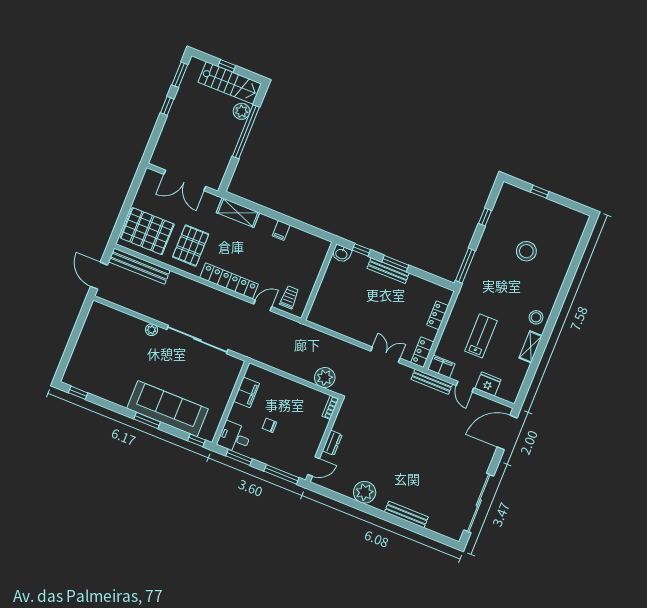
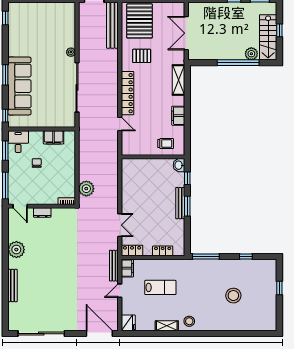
filing cabinet: (281, 230) -> (178, 116), width x2.00
pallet: (191, 246) -> (142, 56), width x0.67, depth x0.71
trolley: (289, 297) -> (166, 144), moved
fridge: (488, 384) -> (128, 323), moved

